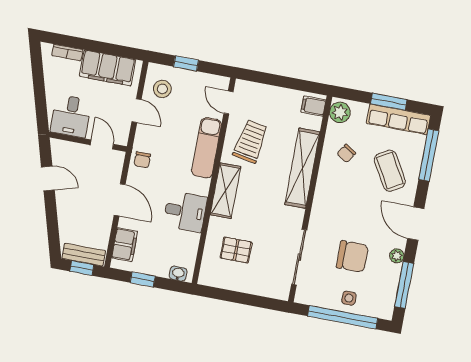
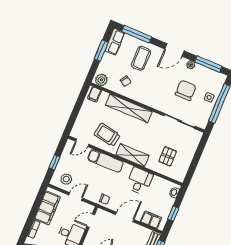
row of seats: (398, 119) -> (115, 42), width x0.68
coffee table: (390, 171) -> (141, 58), turned -60

